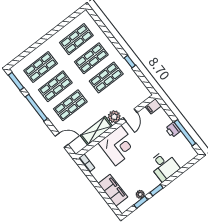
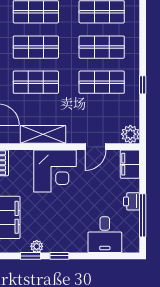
filing cabinet: (153, 106) -> (130, 164), width x2.00
plant: (114, 117) -> (130, 134), moved
desk: (164, 166) -> (105, 235), moved

